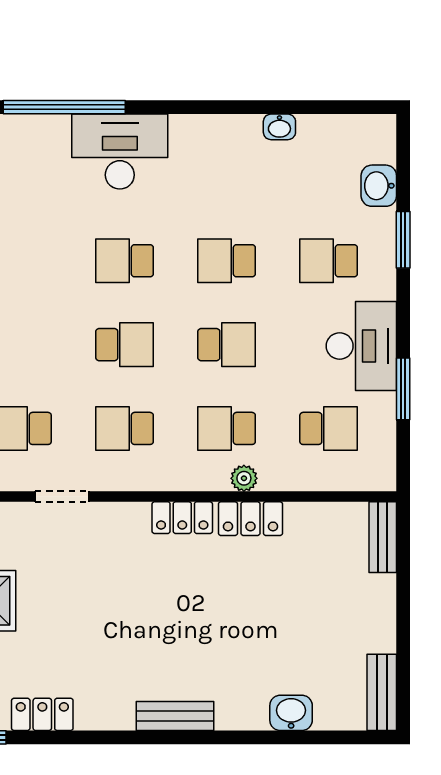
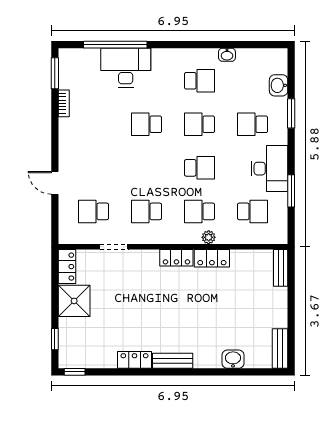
desk: (120, 152) -> (126, 68), moved
school desk: (125, 345) -> (199, 81), moved
locker: (42, 714) -> (134, 360), moved

